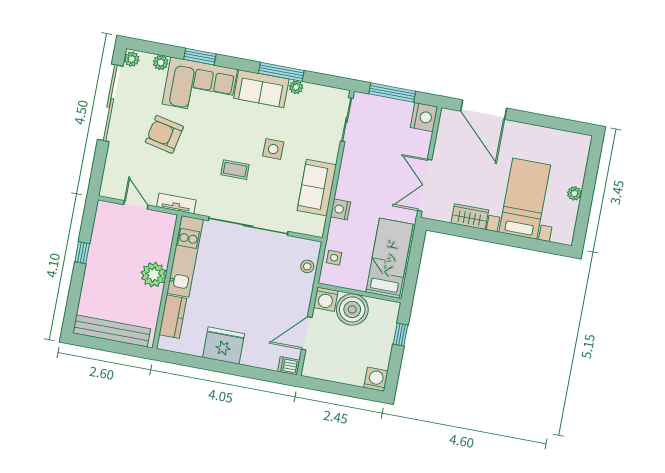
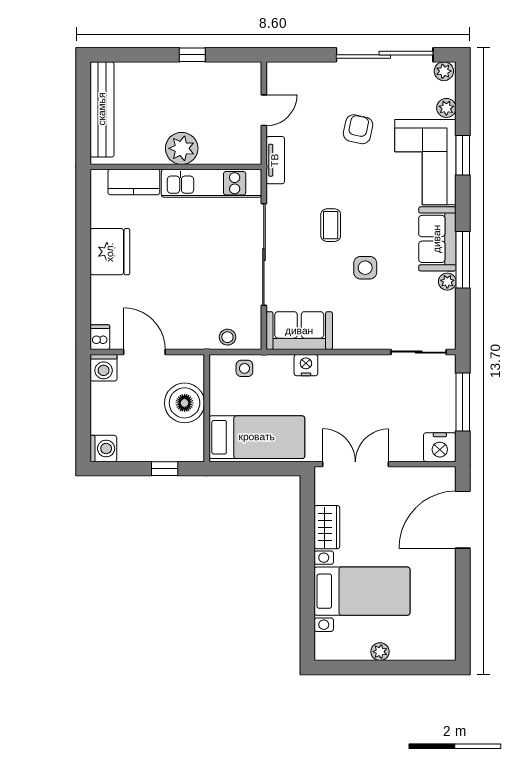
armchair: (164, 134) -> (358, 129), width x0.72, depth x0.72
sofa: (317, 188) -> (299, 331), moved
washing machine: (326, 299) -> (104, 368), moved, turned -90

